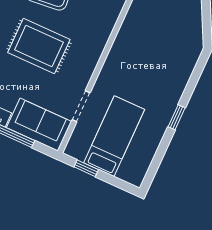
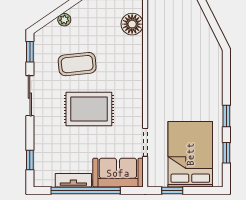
bed: (114, 136) -> (190, 154), width x1.50
window: (159, 155) -> (226, 153), added

